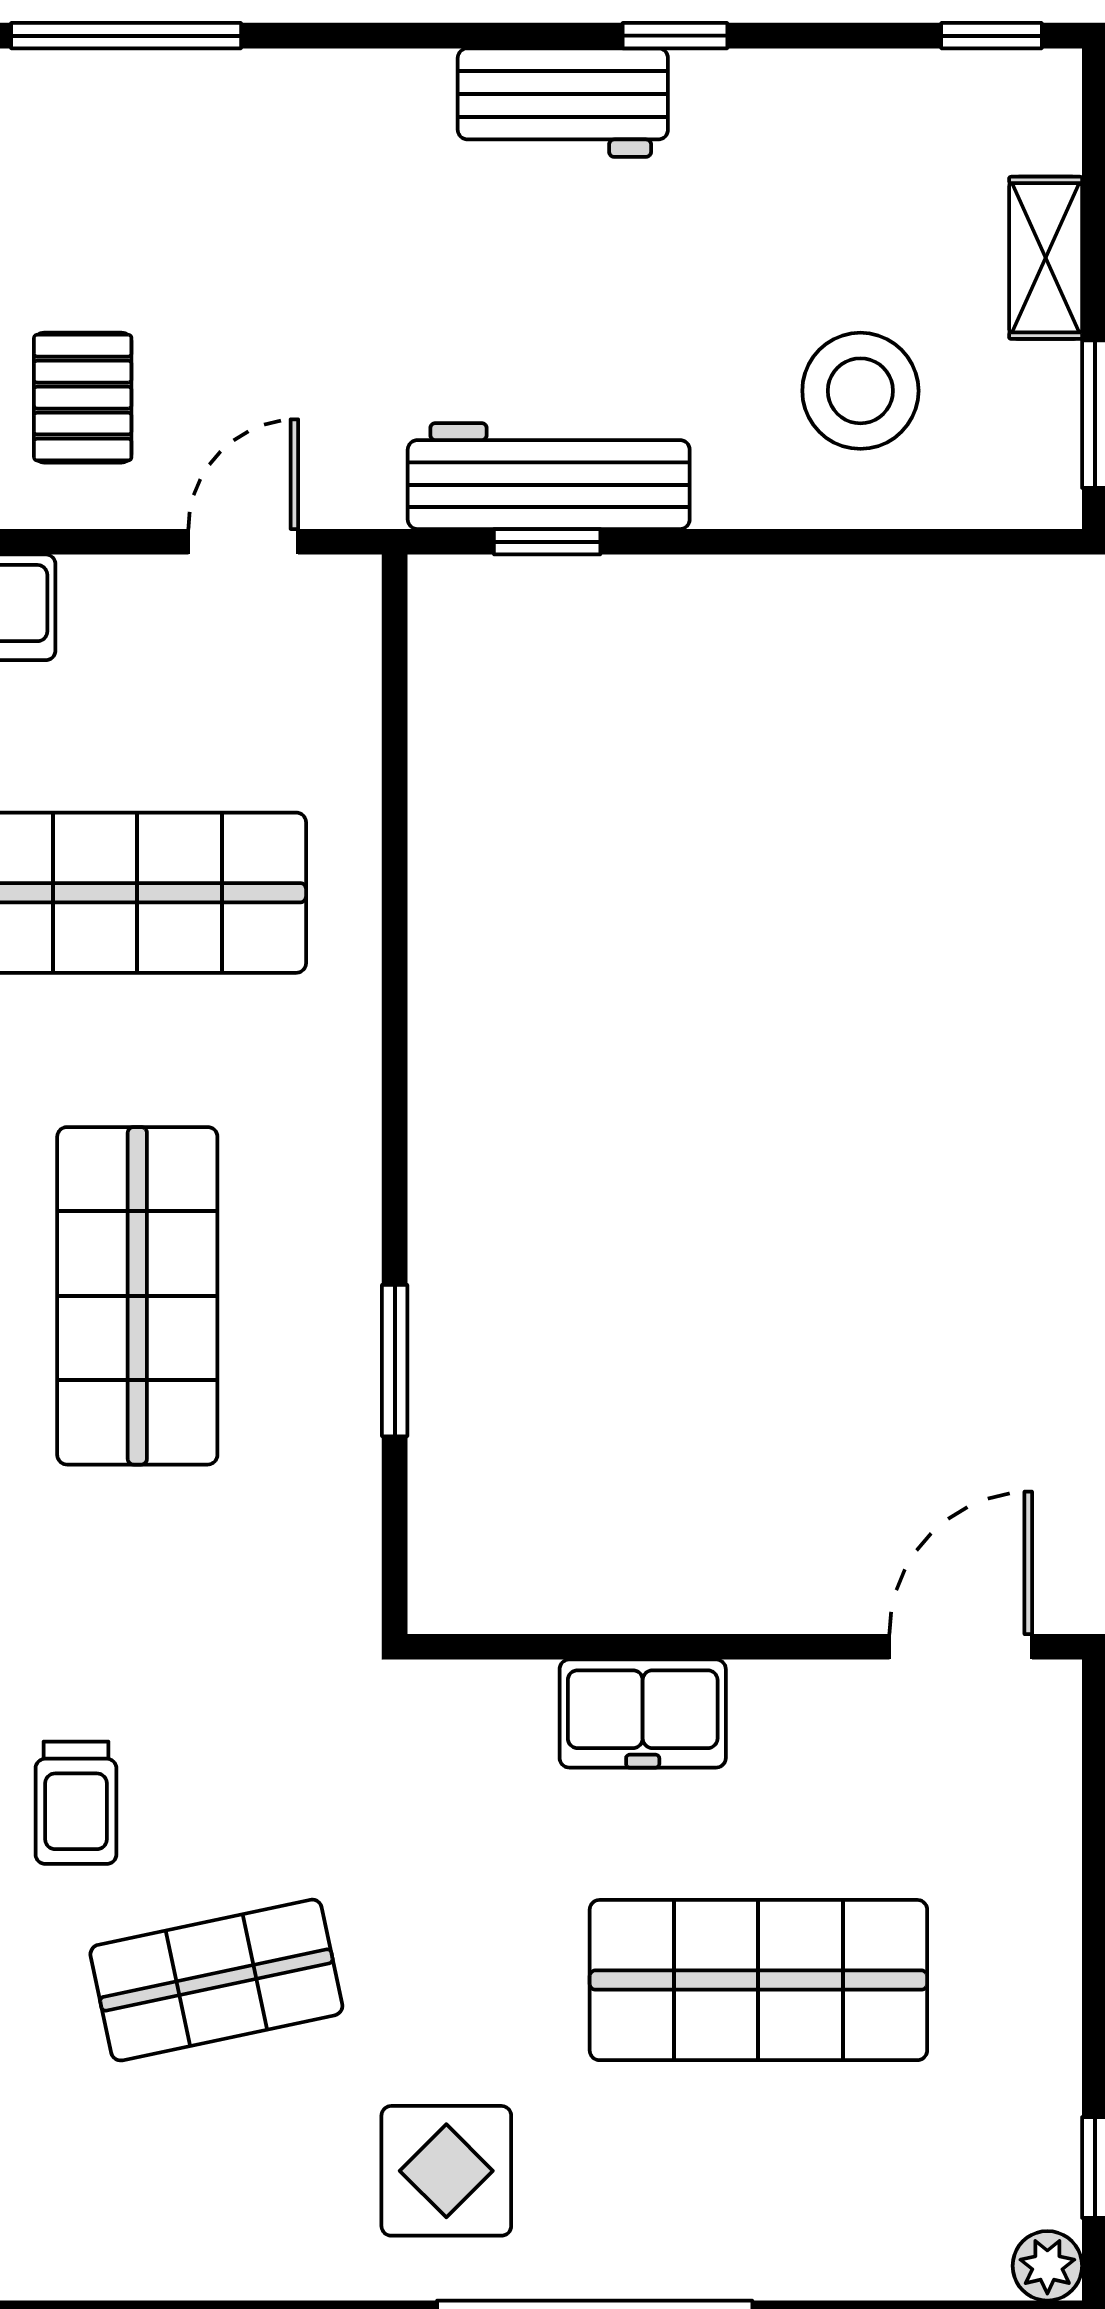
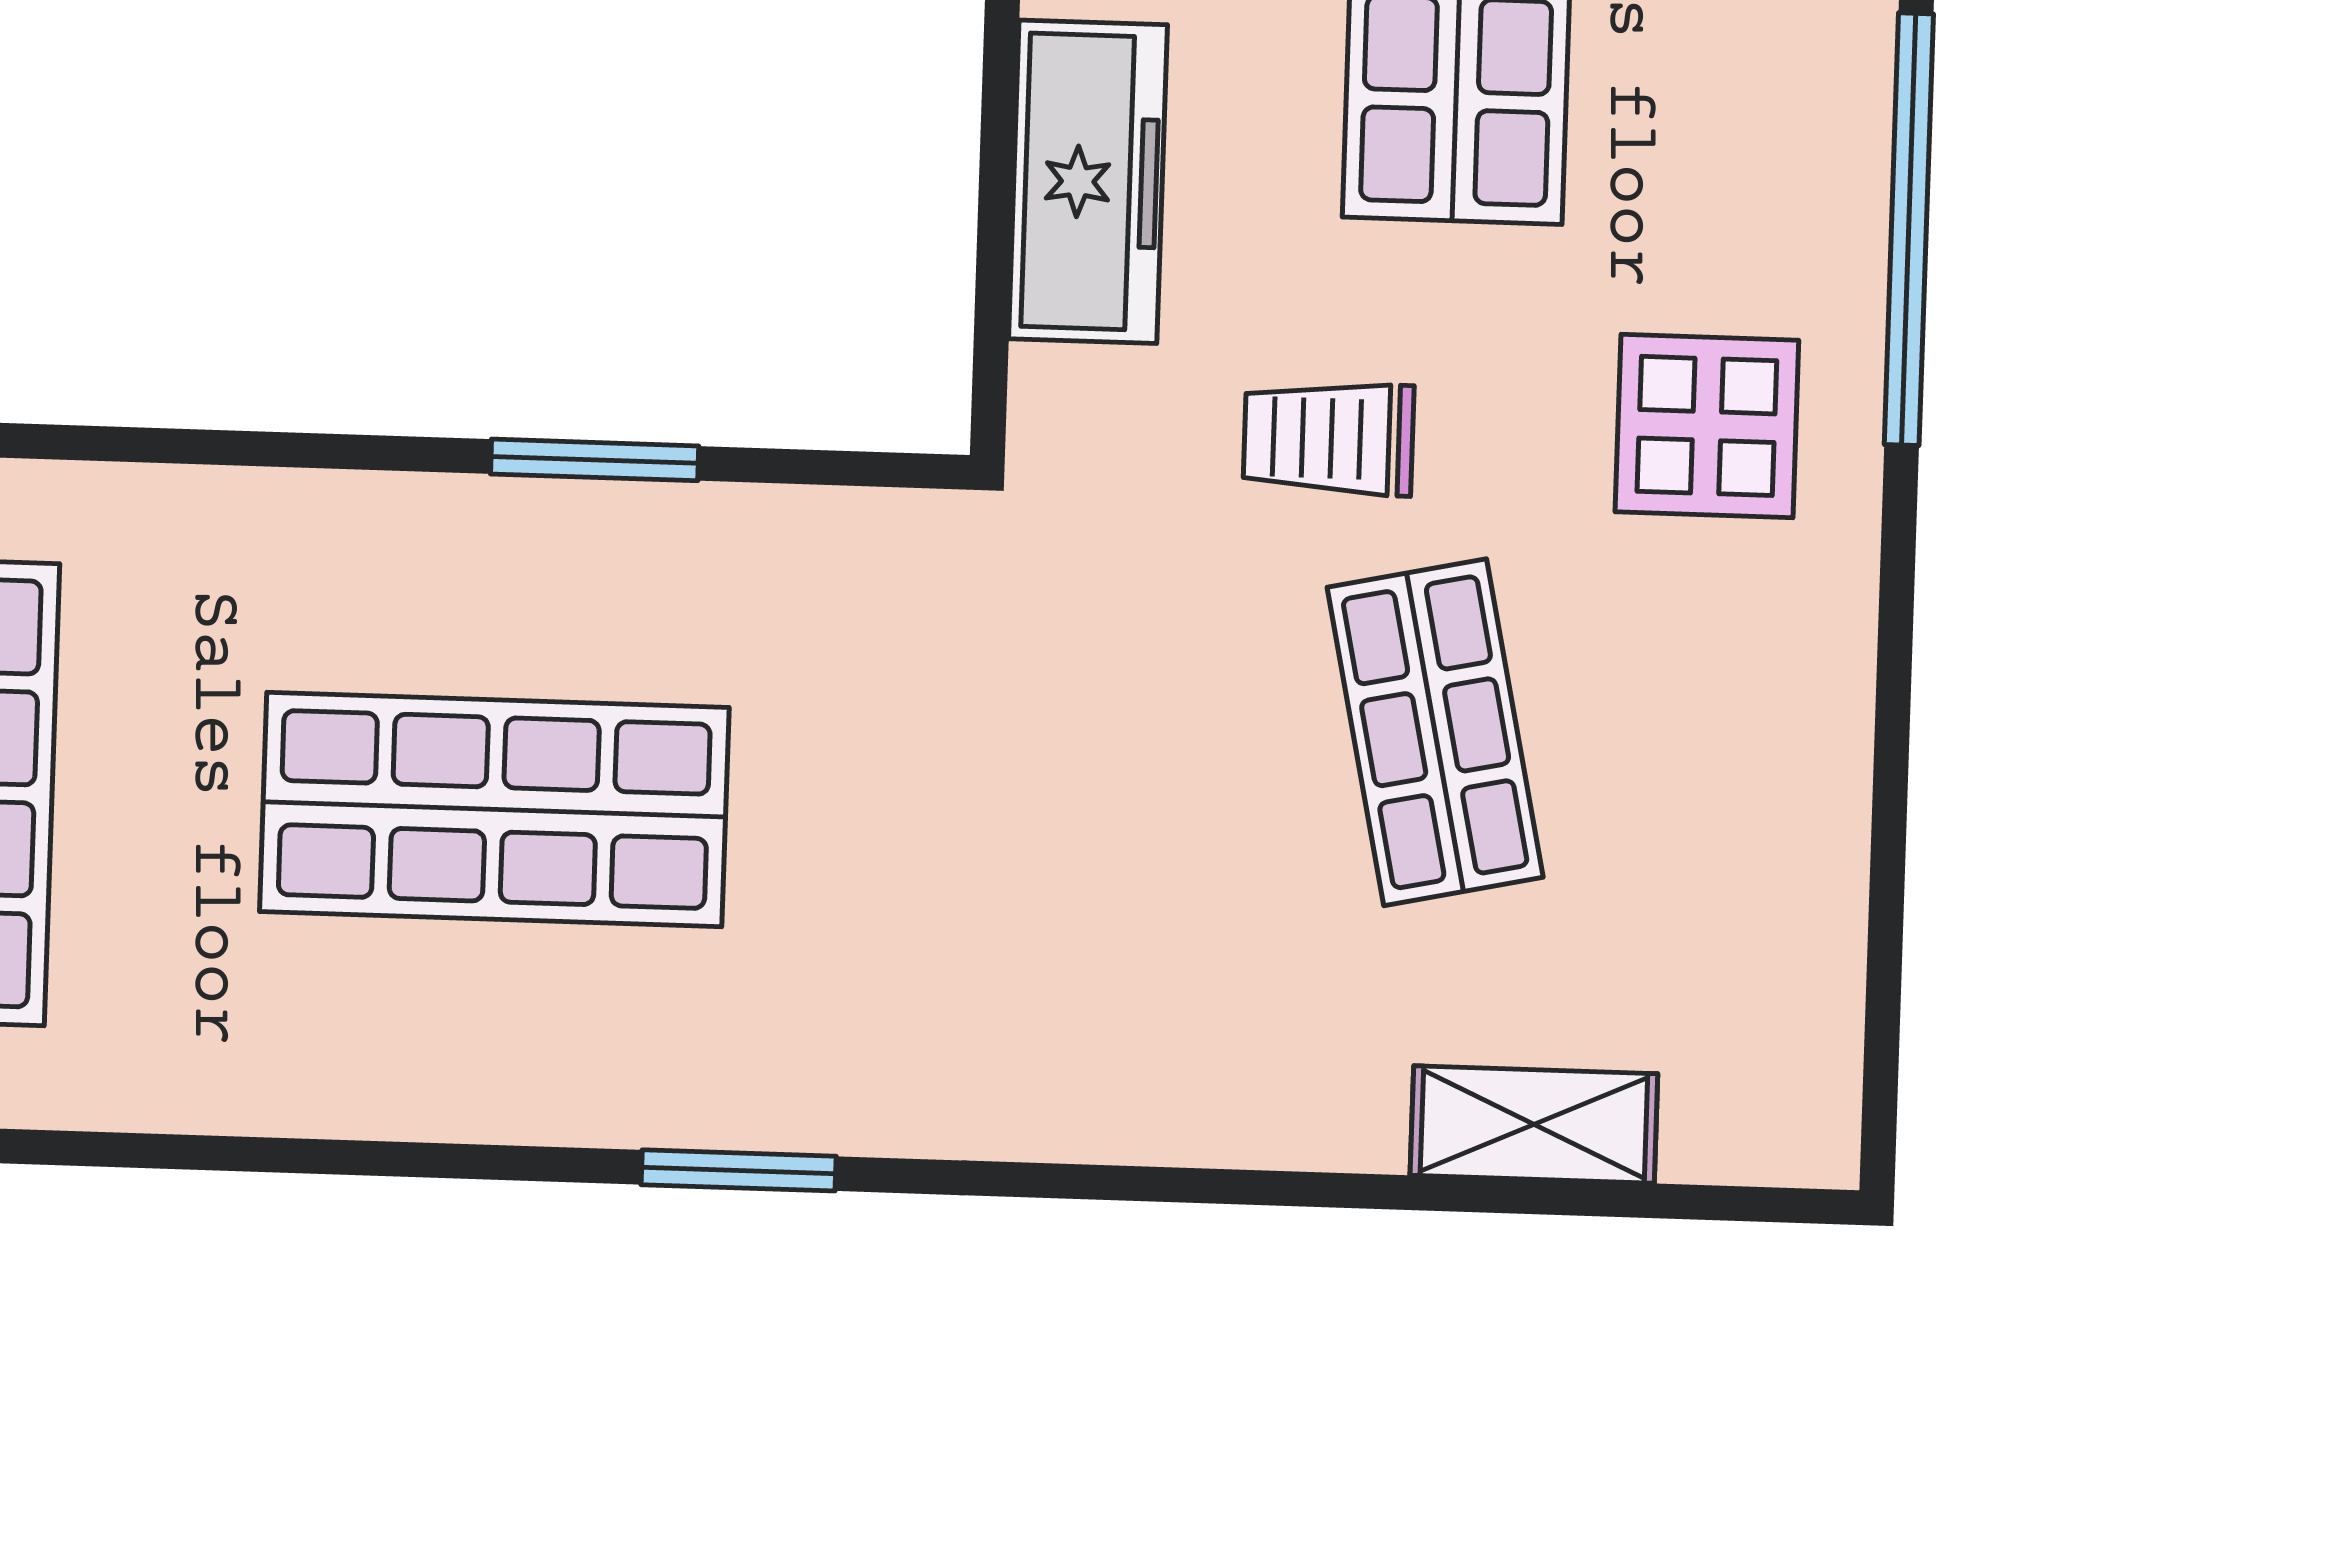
freezer: (643, 1714) -> (1088, 182), width x1.40
trolley: (76, 1803) -> (1329, 438), moved, turned 180

